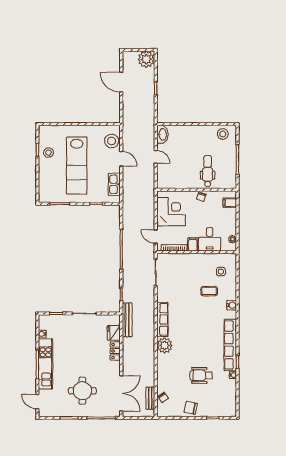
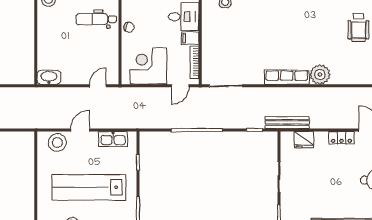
door: (156, 157) -> (98, 86), moved
lab bench: (77, 166) -> (89, 187), turned 180
coffee table: (209, 291) -> (250, 17), removed
locker: (115, 351) -> (341, 138), moved

